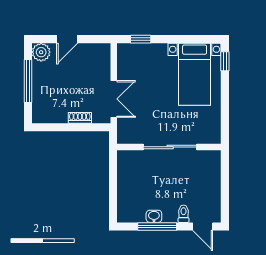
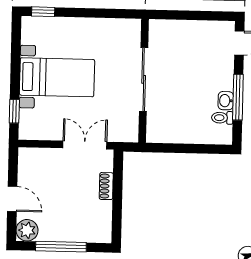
bed with nightstands: (195, 74) -> (57, 77), moved
toilet: (184, 214) -> (222, 118), moved

